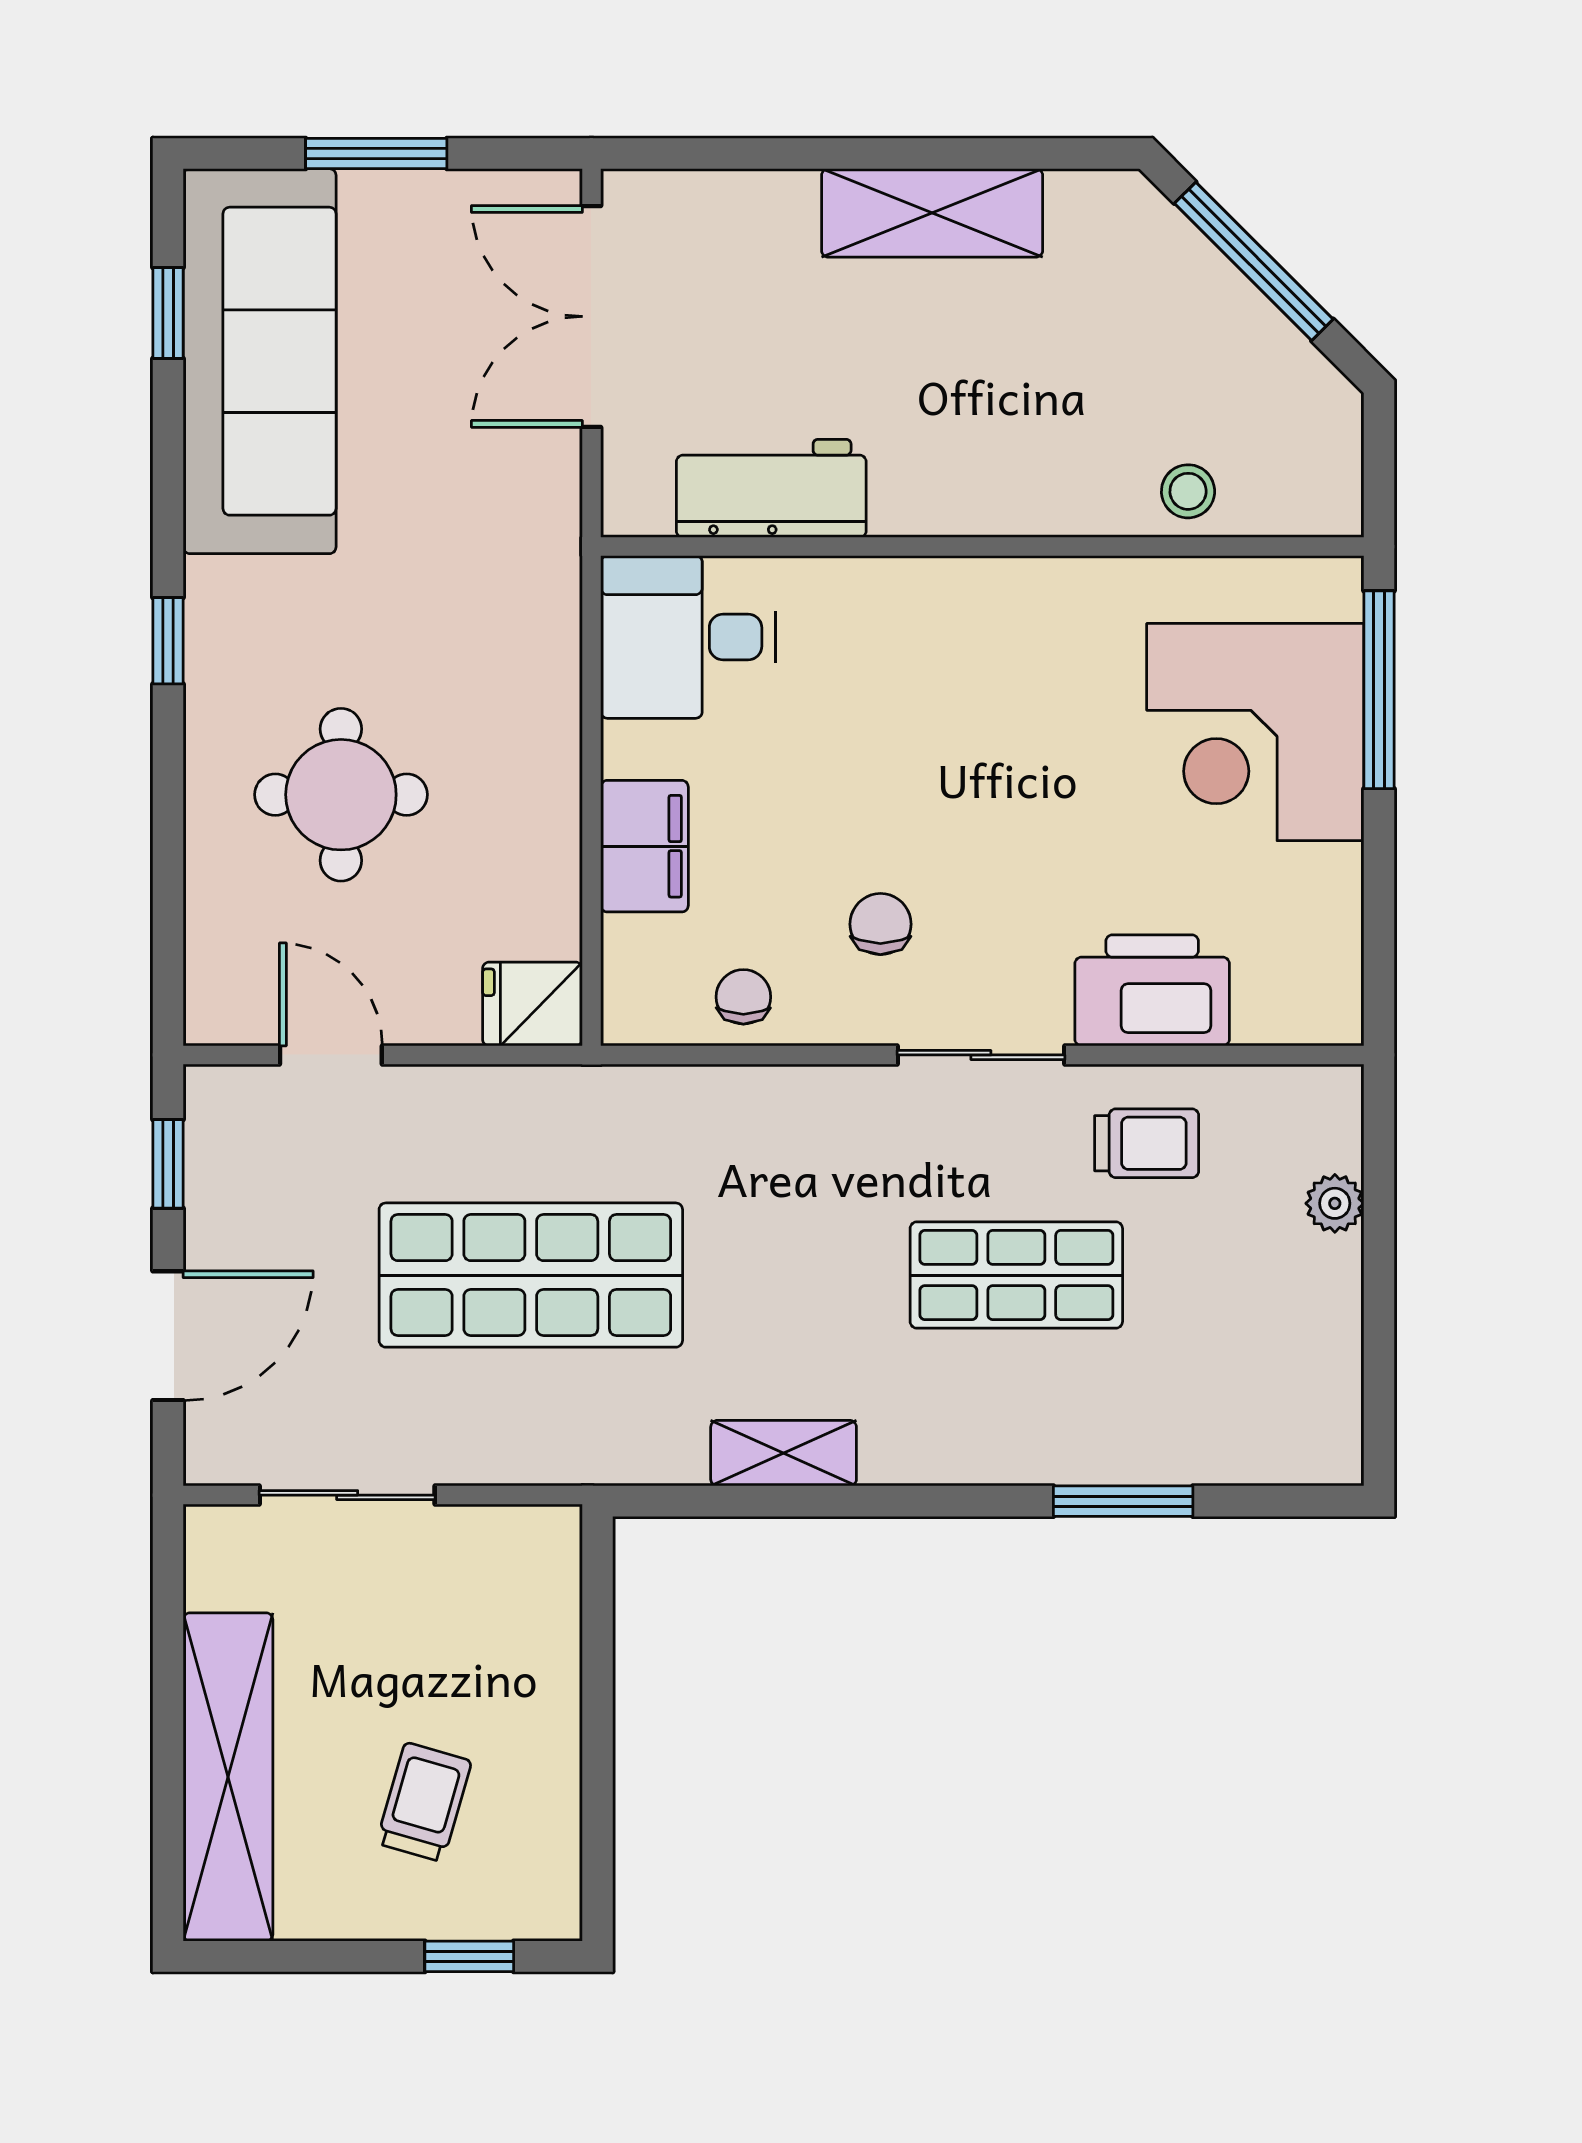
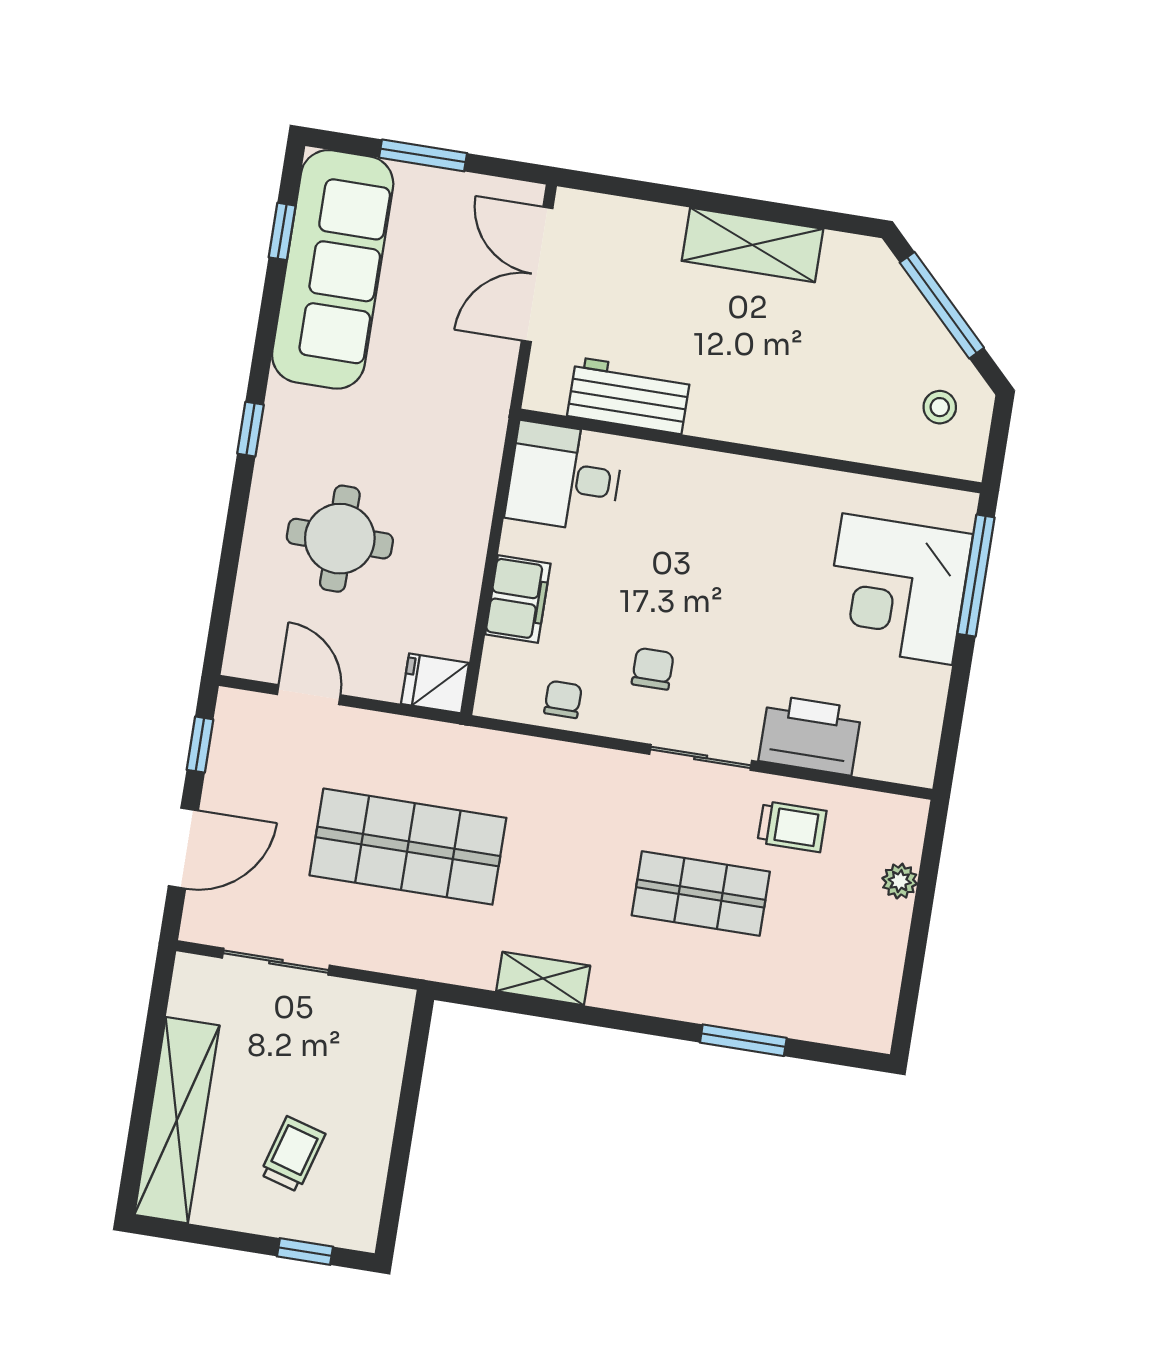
stool: (1188, 491) -> (940, 407), moved

